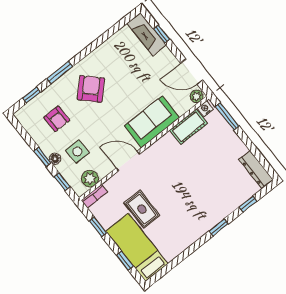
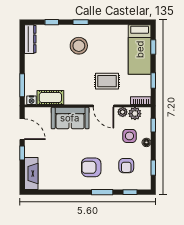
window: (162, 34) -> (22, 153), moved
armchair: (91, 89) -> (91, 167), turned 45
plant: (197, 96) -> (123, 112), moved
armchair: (57, 119) -> (126, 166), turned 180
window: (42, 157) -> (153, 168), moved
stool: (201, 202) -> (79, 46), added
rug: (142, 209) -> (107, 81), moved, turned 90

